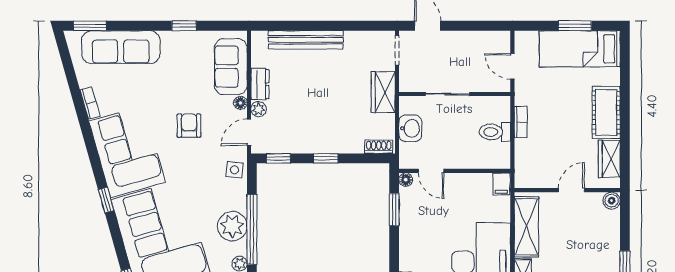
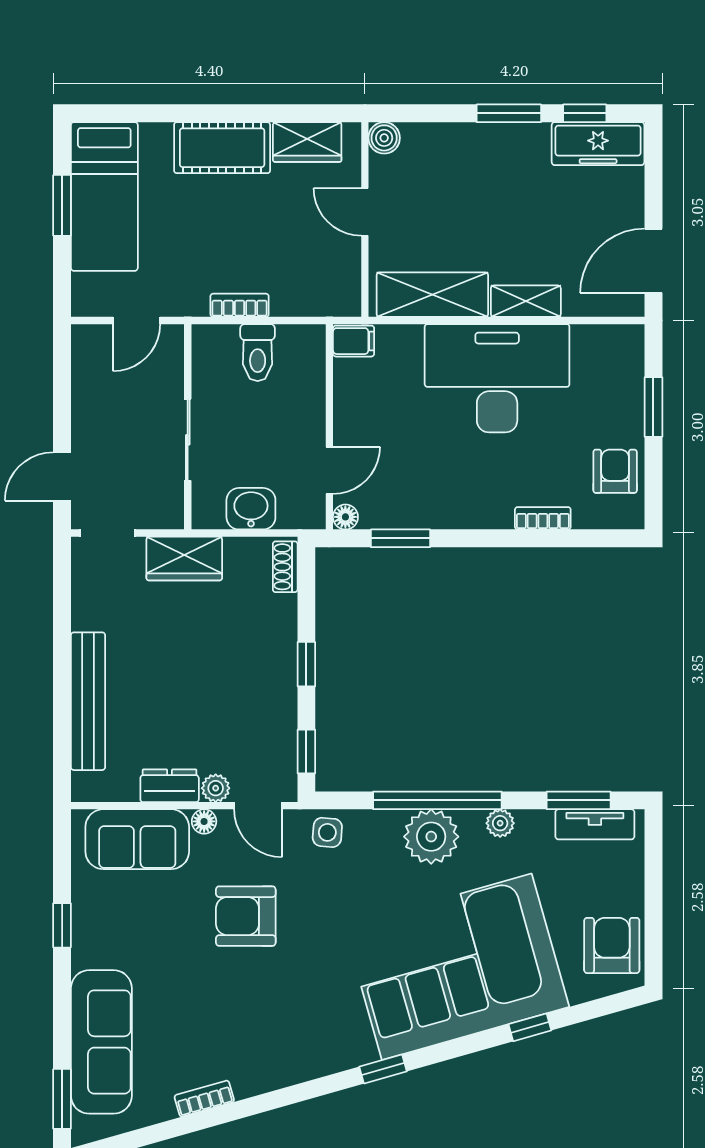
armchair: (189, 126) -> (246, 916), width x1.38, depth x1.38
corner sofa: (127, 152) -> (294, 1030), removed

